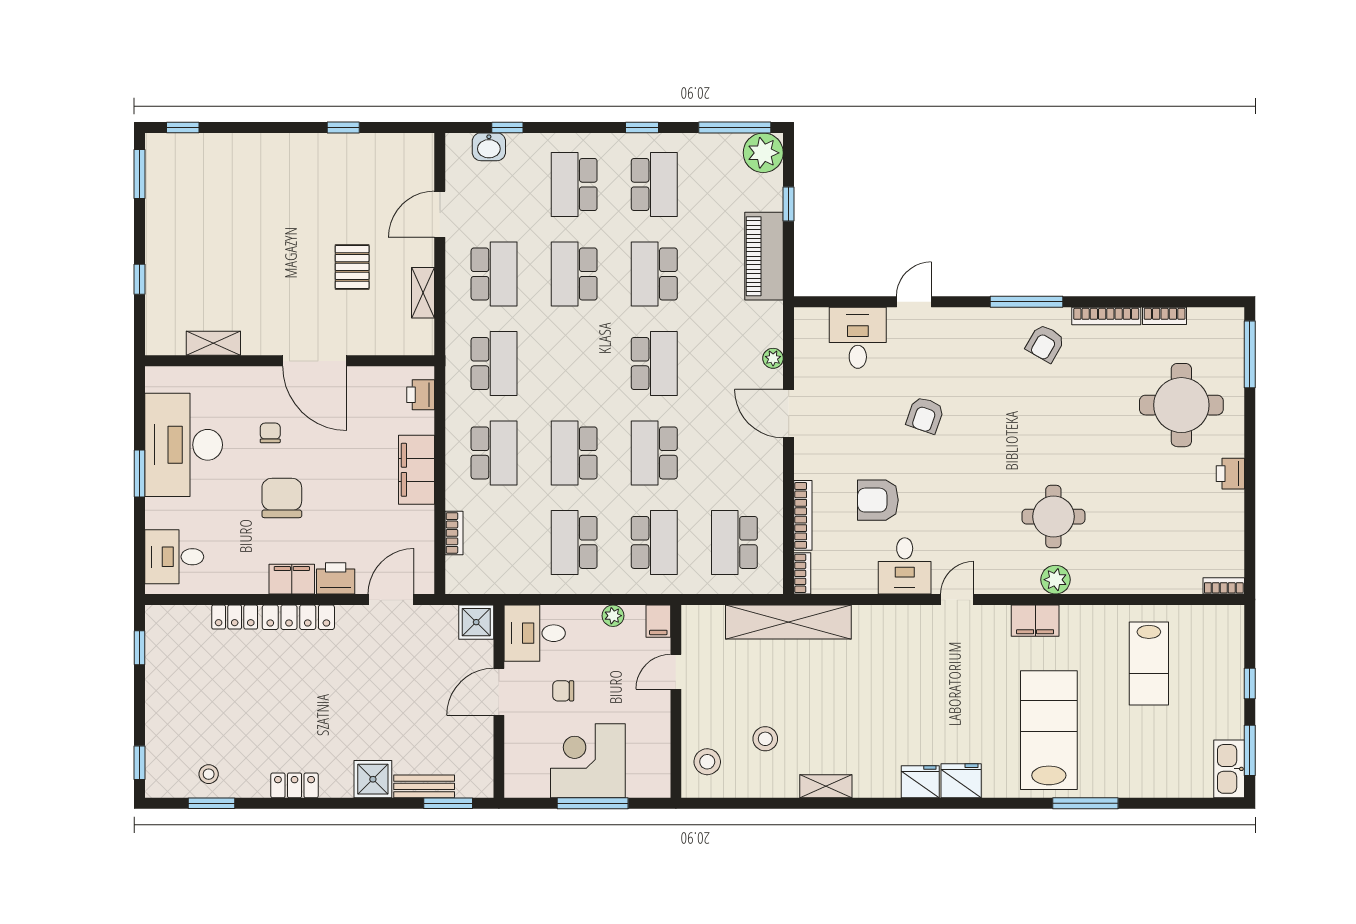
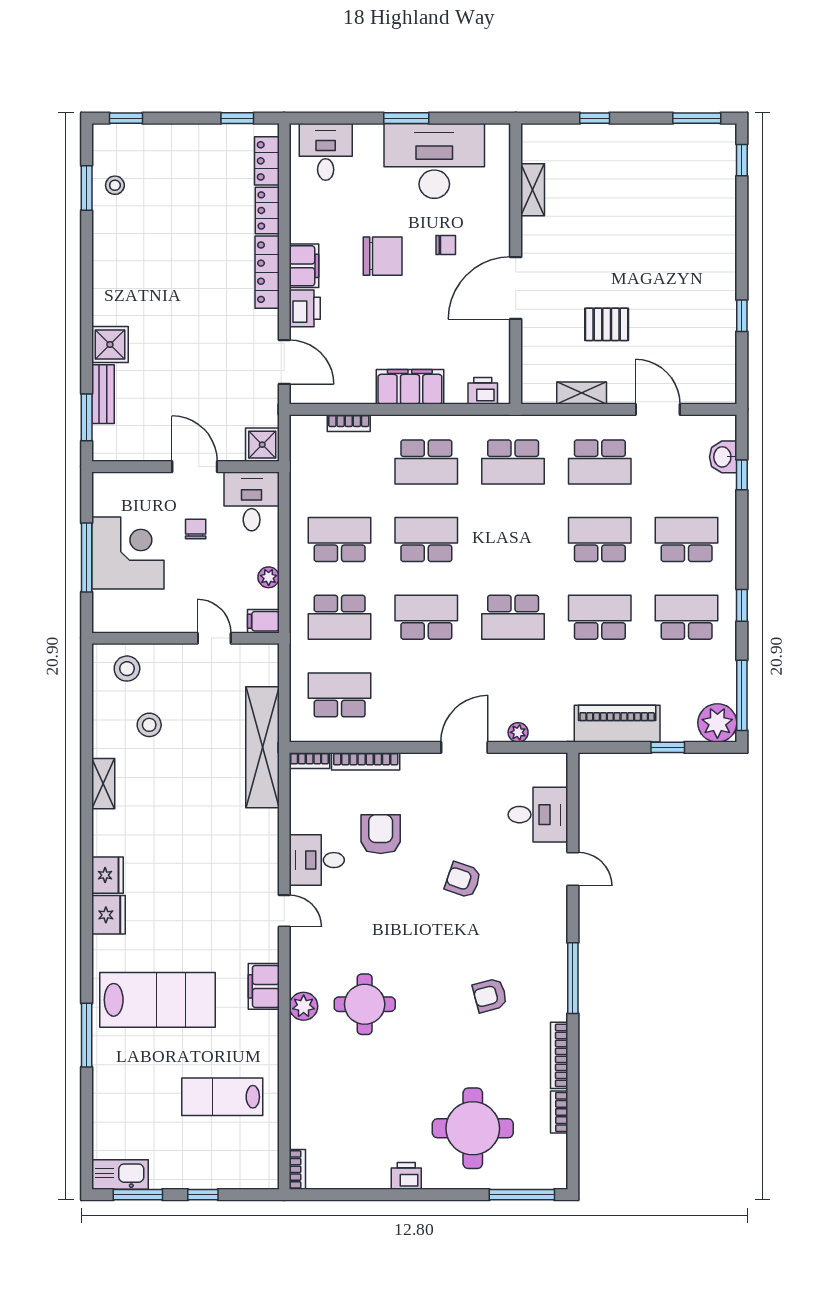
school desk: (654, 185) -> (687, 617), turned 180
armchair: (1045, 343) -> (490, 995), moved, turned -45
locker: (295, 785) -> (267, 161), moved, turned 180

